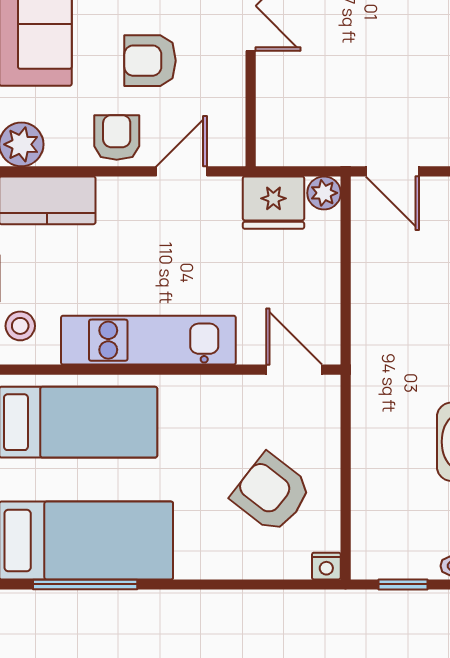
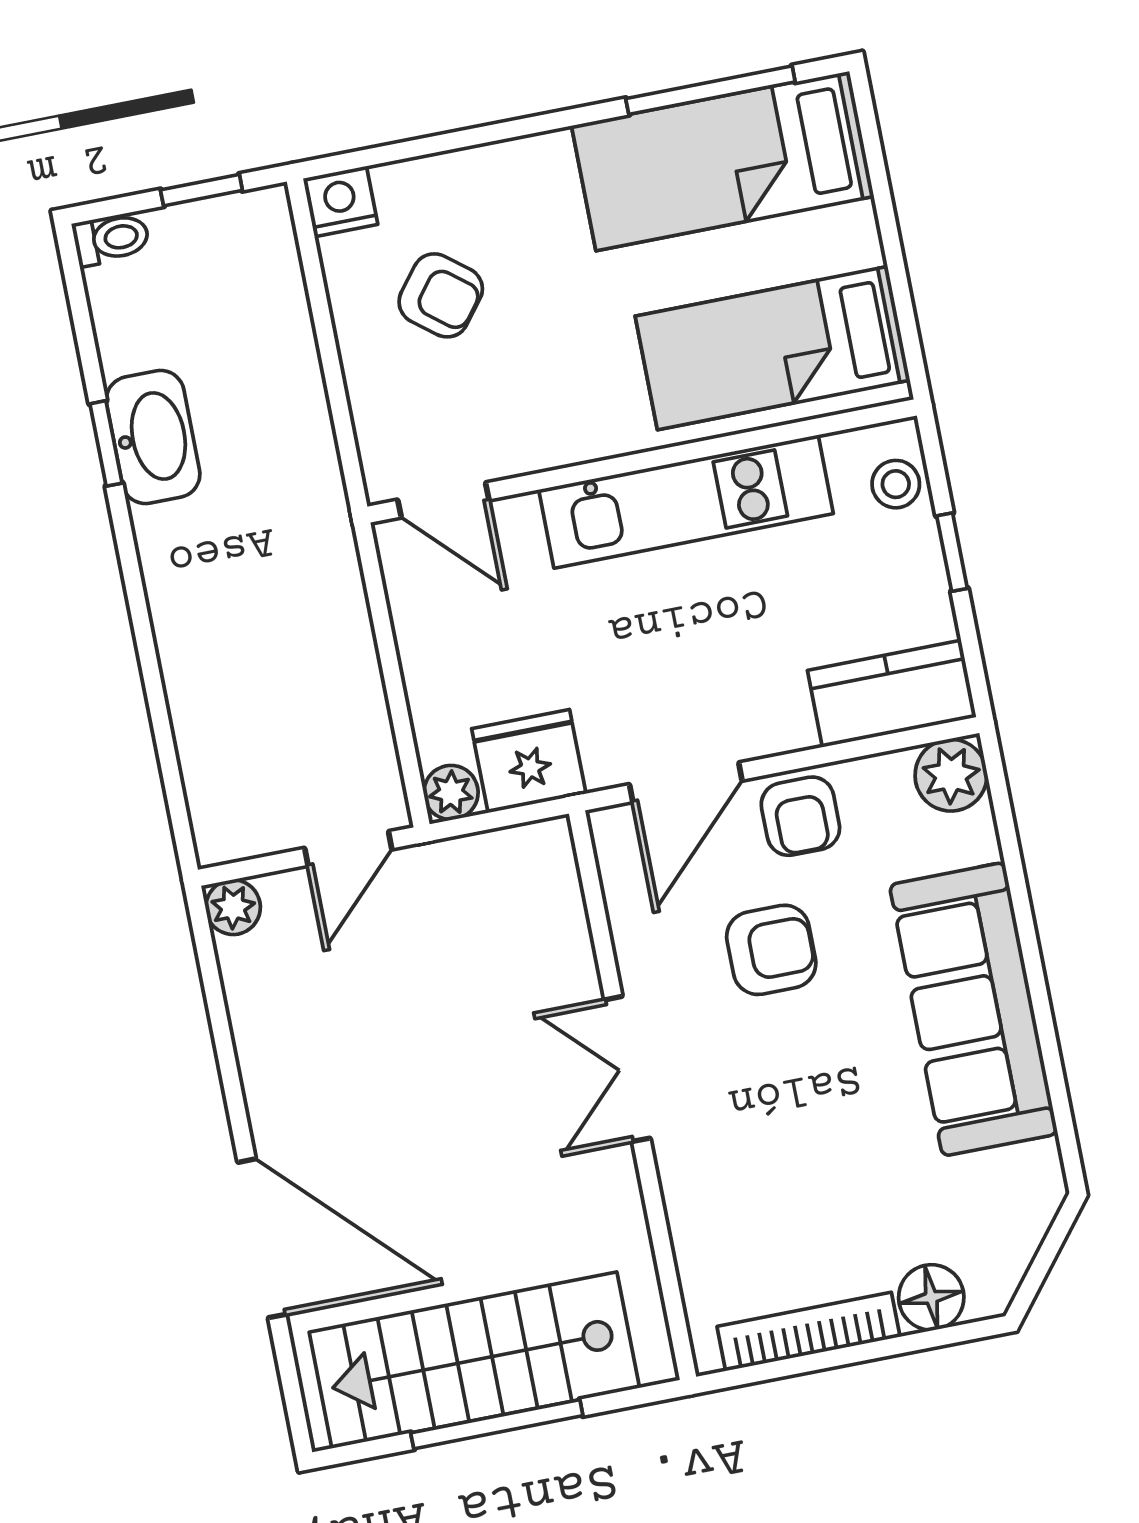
door: (182, 171) -> (686, 782), width x1.37
door: (392, 171) -> (348, 849), swing flipped
armchair: (271, 493) -> (441, 295), width x0.72, depth x0.72
nightstand: (326, 566) -> (340, 201), width x1.39, depth x1.35

